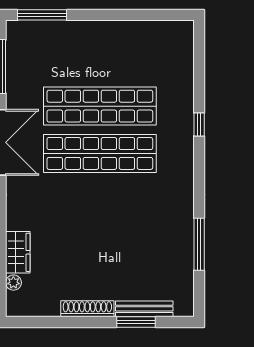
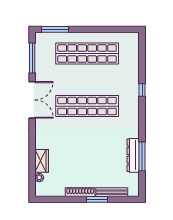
shop shelf: (100, 106) -> (87, 54), moved
dresser: (183, 242) -> (133, 155), added
window: (136, 322) -> (97, 199), moved

